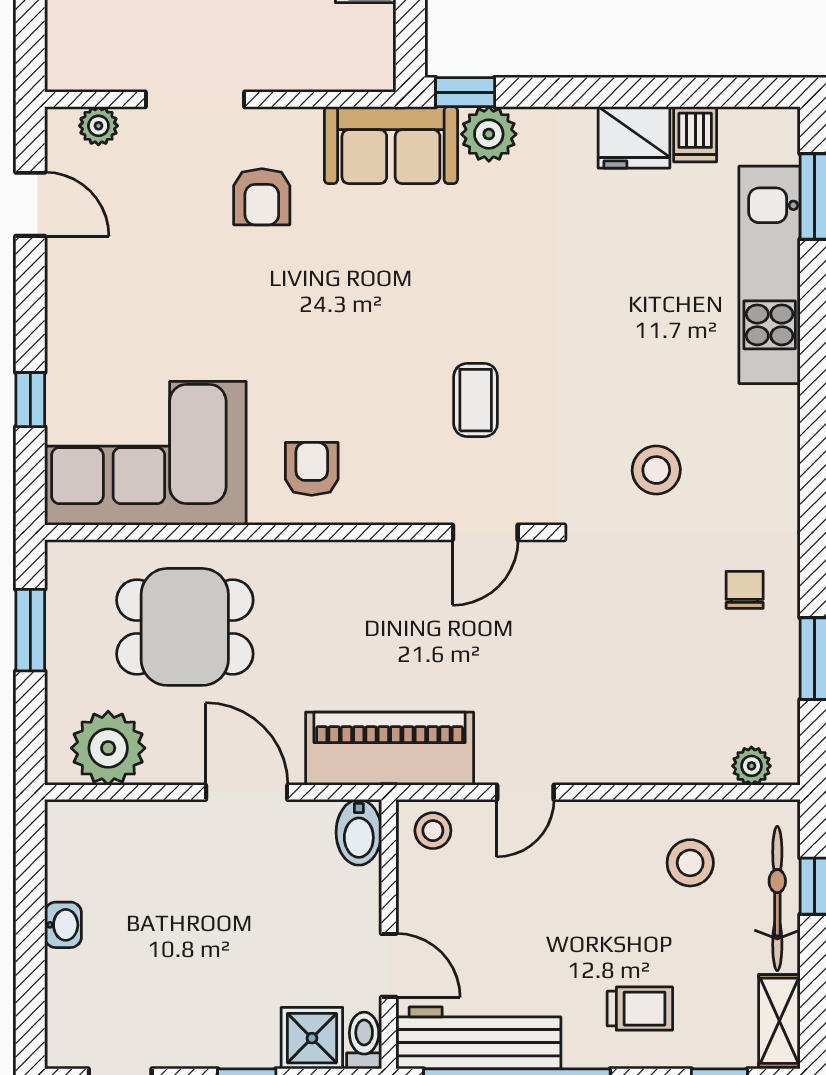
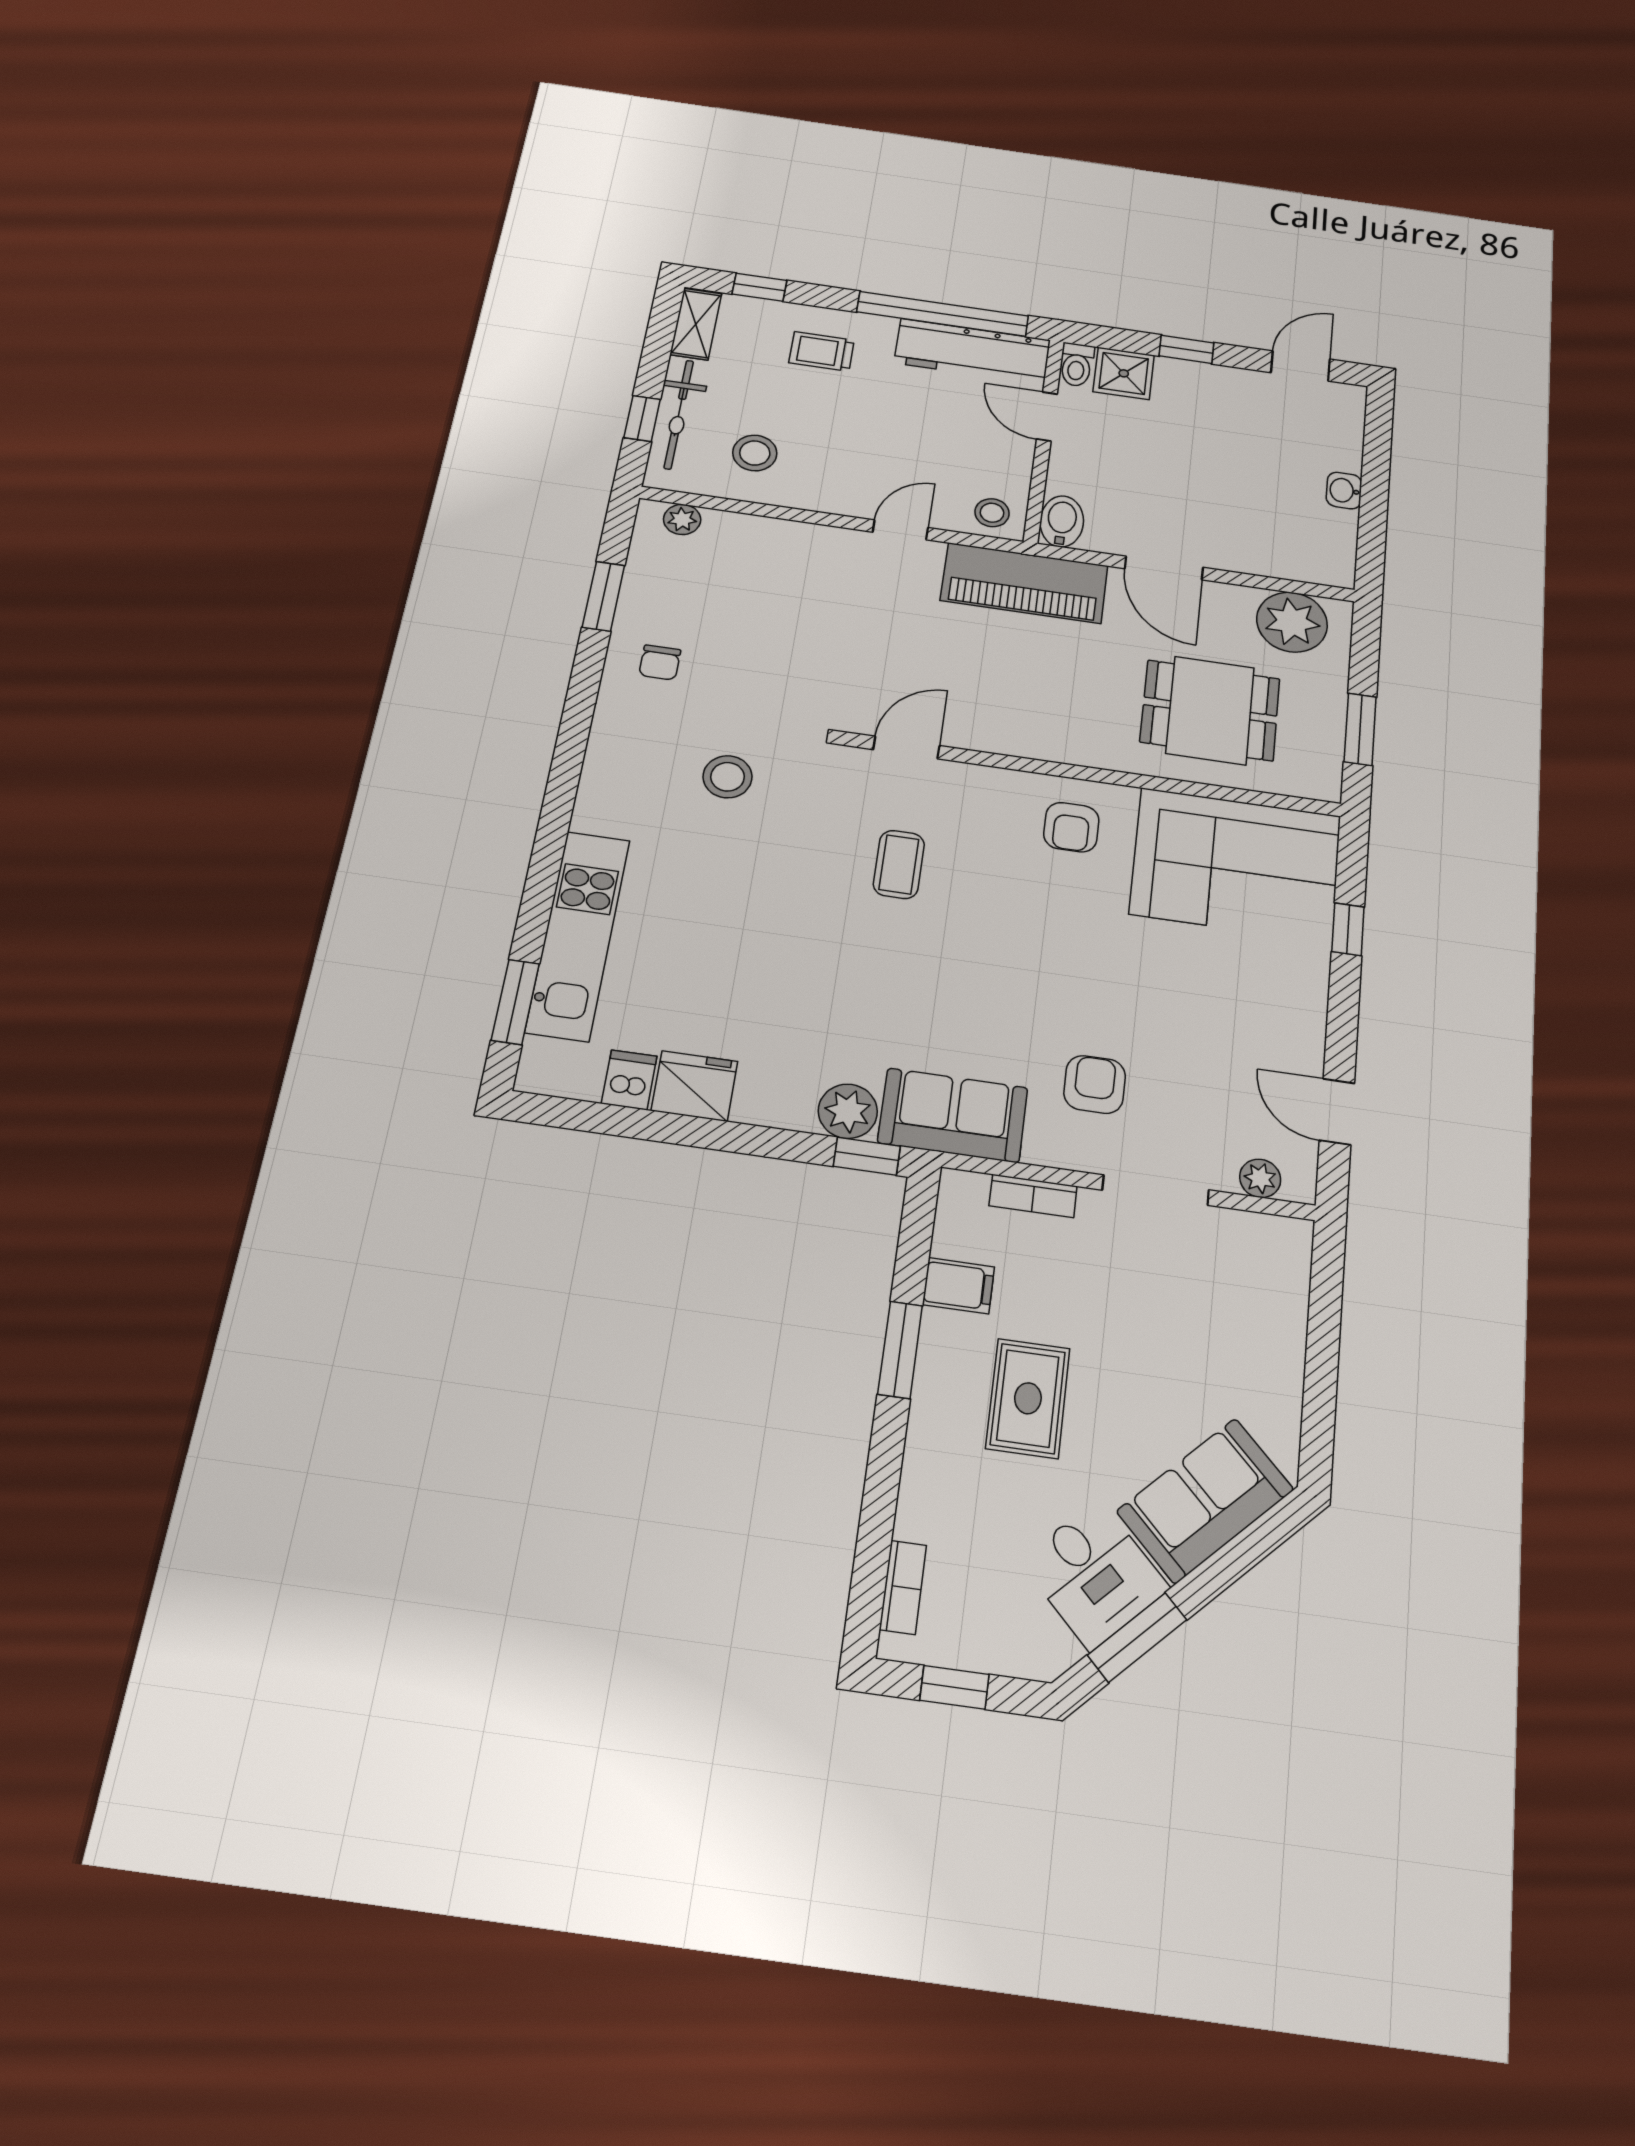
bookcase: (308, 76) -> (1033, 1196), added

